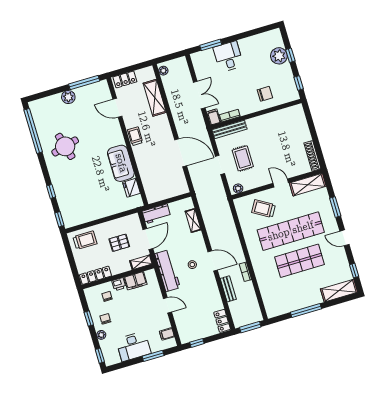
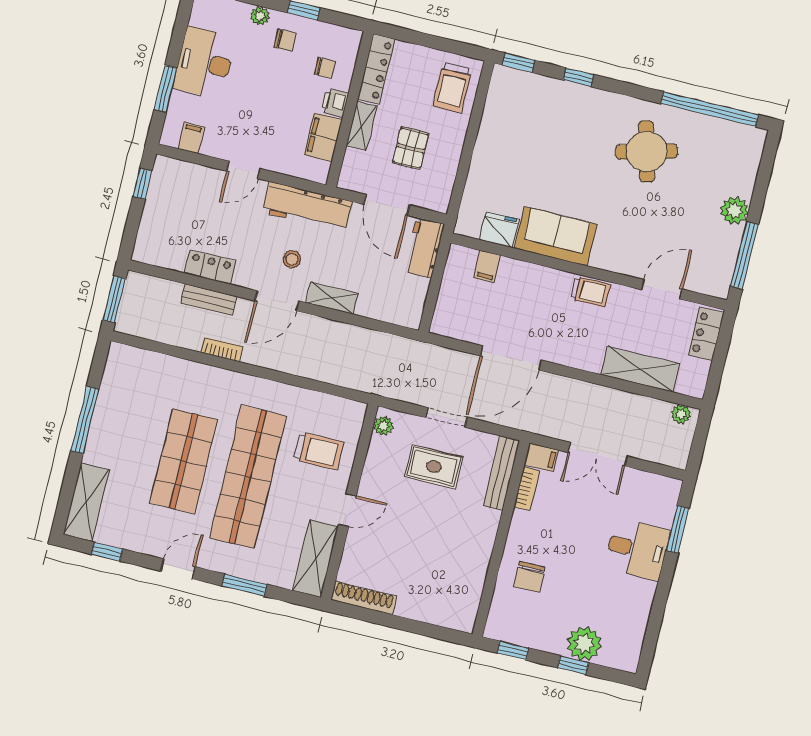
filing cabinet: (149, 184) -> (487, 266), added
trolley: (264, 209) -> (319, 451), turned 59
shelving: (193, 220) -> (332, 298), moved
shelving: (141, 262) -> (361, 126), moved
locker: (222, 321) -> (210, 267), moved

